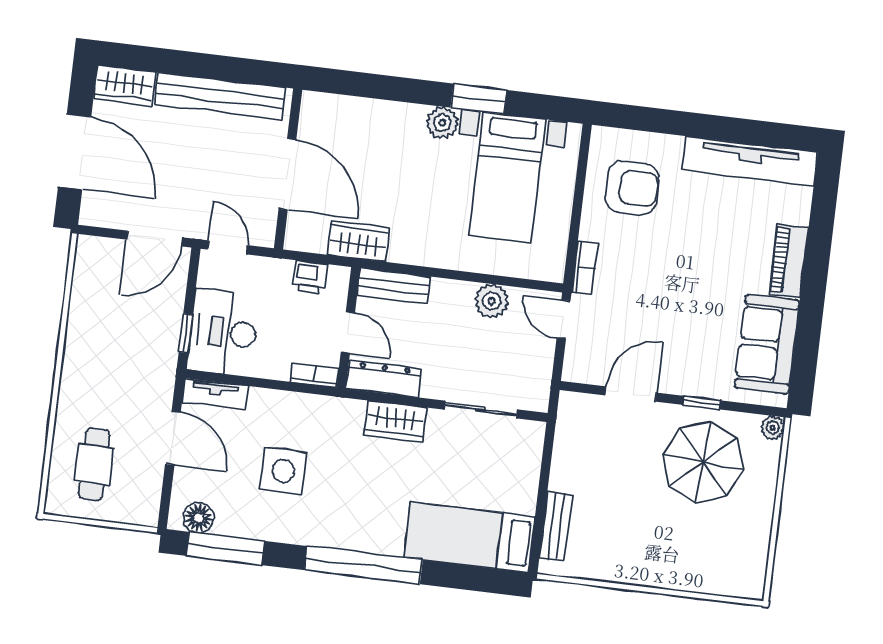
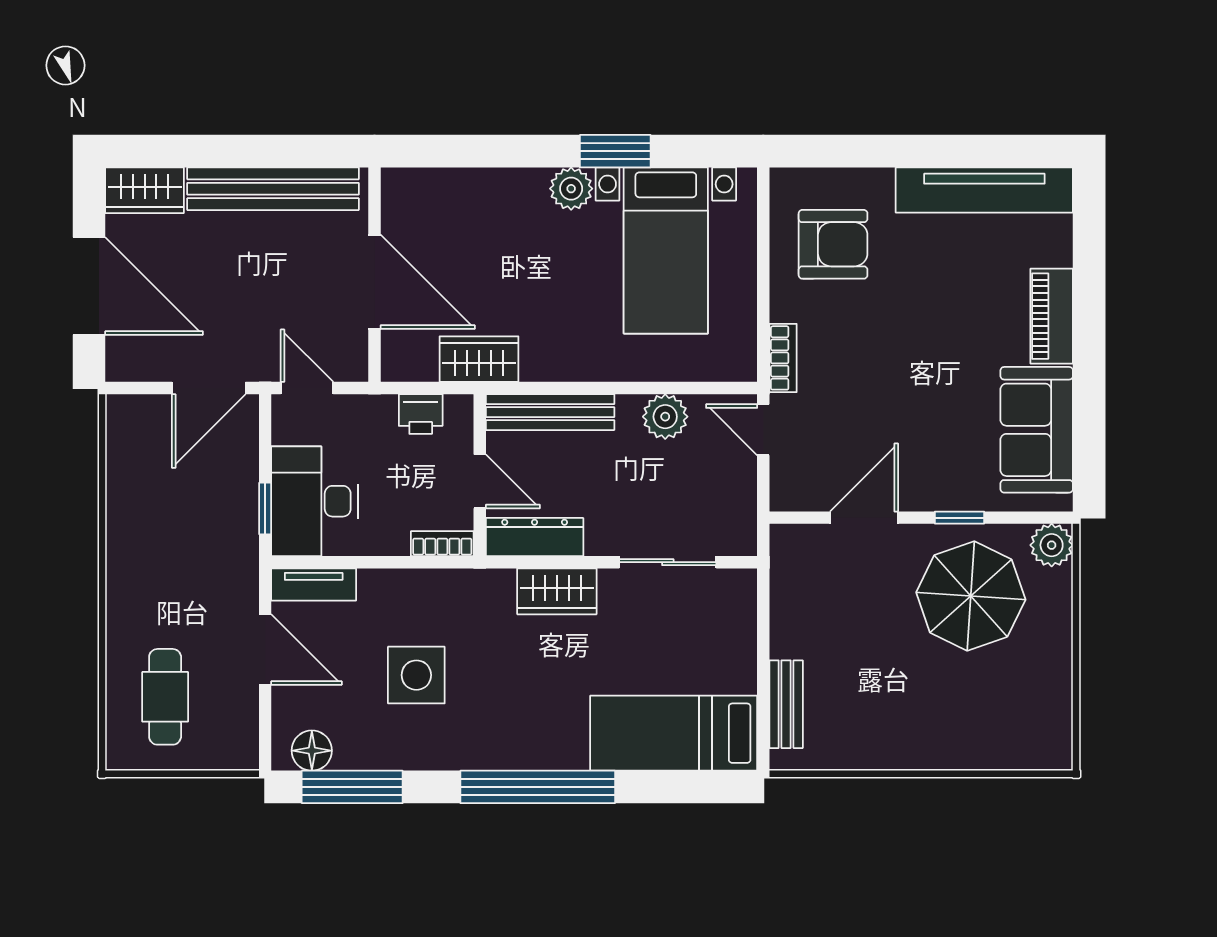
bench: (394, 286) -> (550, 412), width x1.36
plant: (773, 428) -> (1052, 545), width x1.38, depth x1.38

